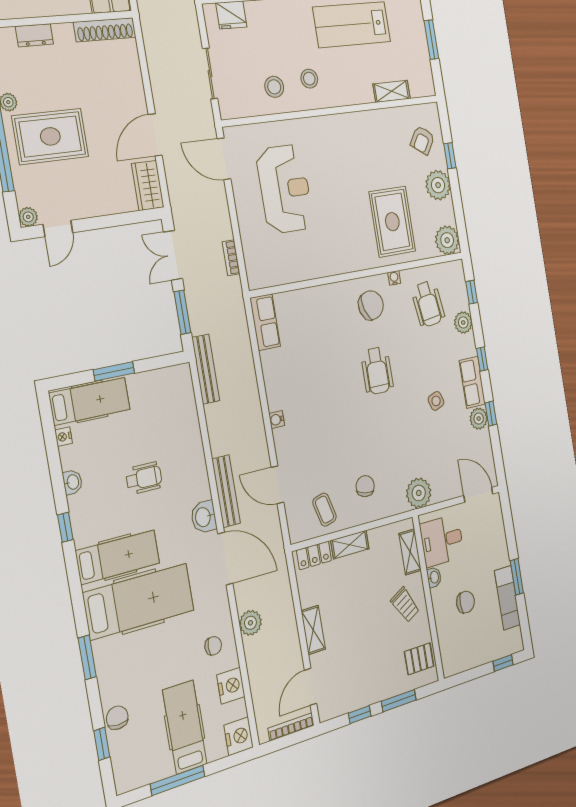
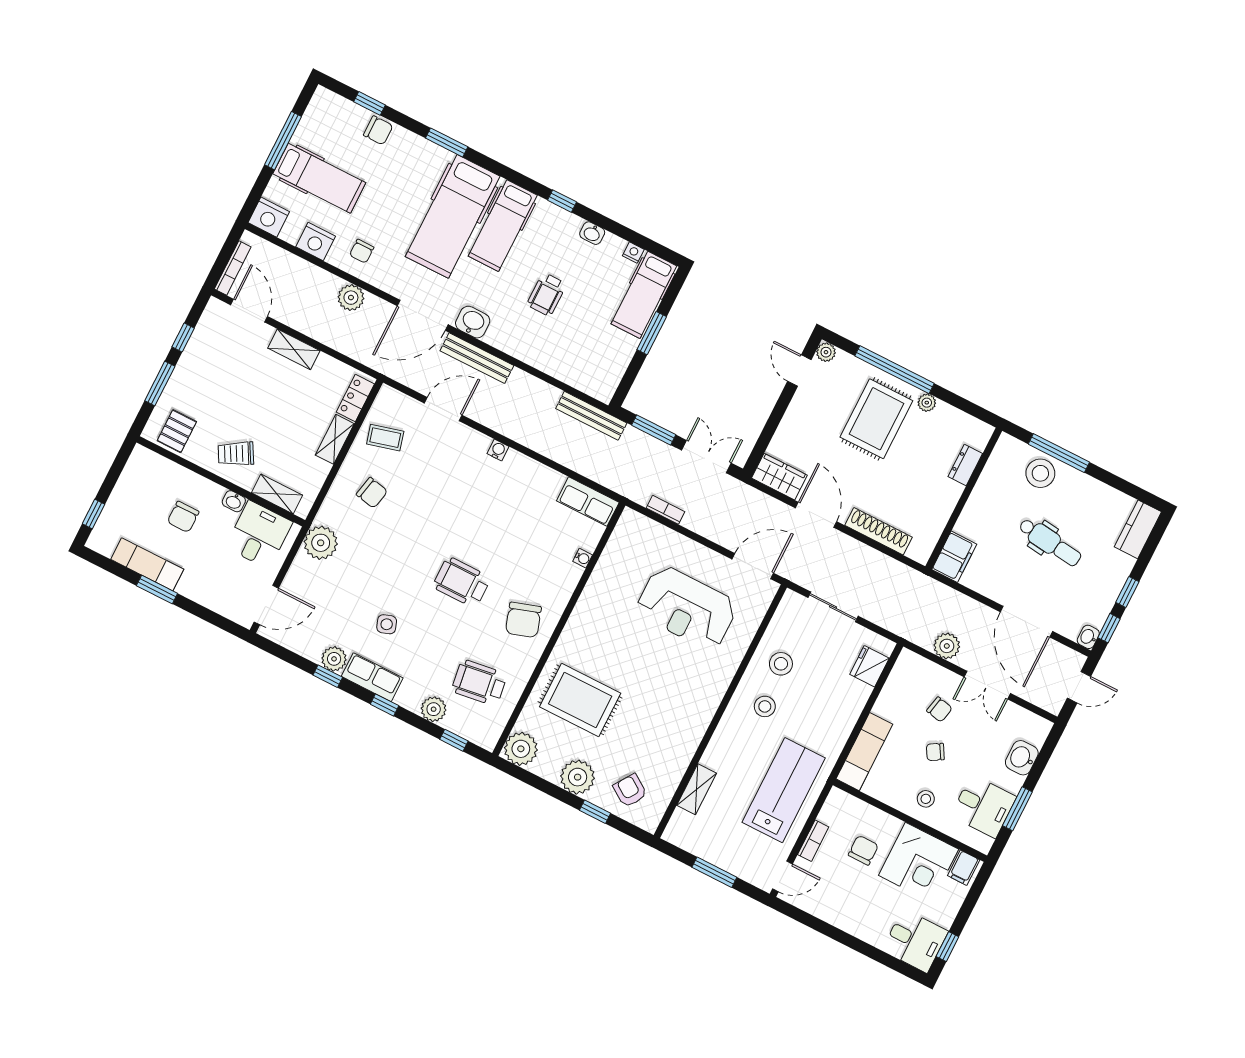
shoe rack: (105, 30) -> (878, 531), moved, turned 90
water cooler: (394, 278) -> (583, 558), moved

